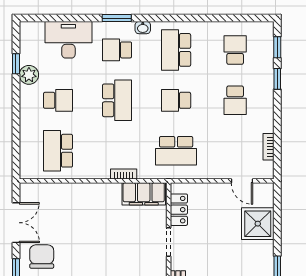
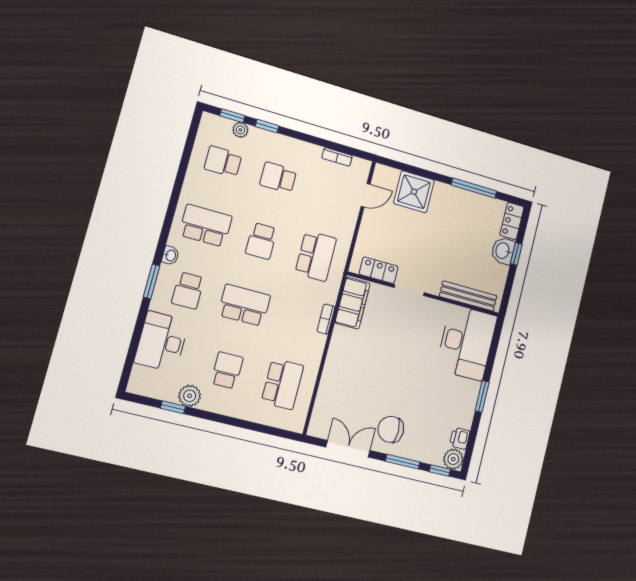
school desk: (176, 50) -> (206, 226), turned 180
plant: (267, 57) -> (240, 130), added
school desk: (235, 100) -> (278, 178), turned 180
school desk: (58, 151) -> (282, 384), turned -90

